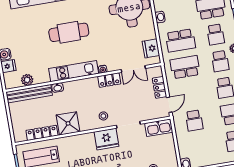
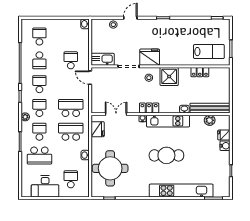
school desk: (185, 67) -> (71, 108), turned 180
locker: (109, 80) -> (149, 108), moved
locker: (160, 87) -> (96, 94), removed
door: (169, 105) -> (90, 78), hinge flipped
shower: (68, 123) -> (169, 76), moved
locker: (42, 133) -> (200, 72), width x0.66

